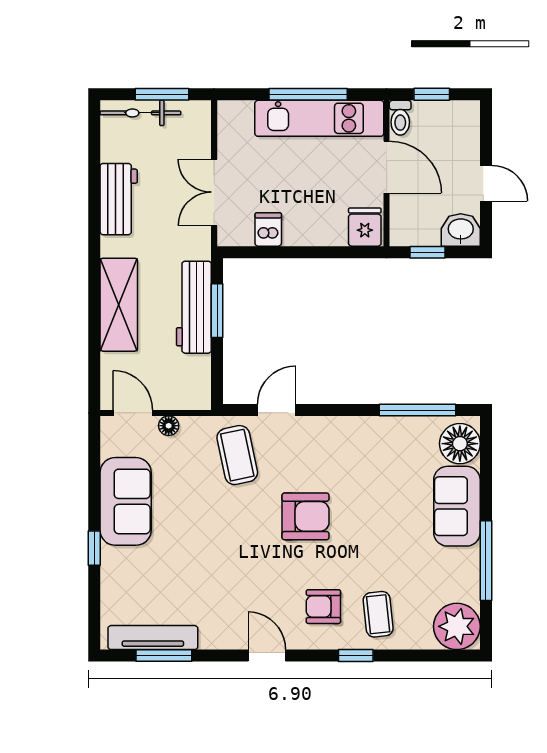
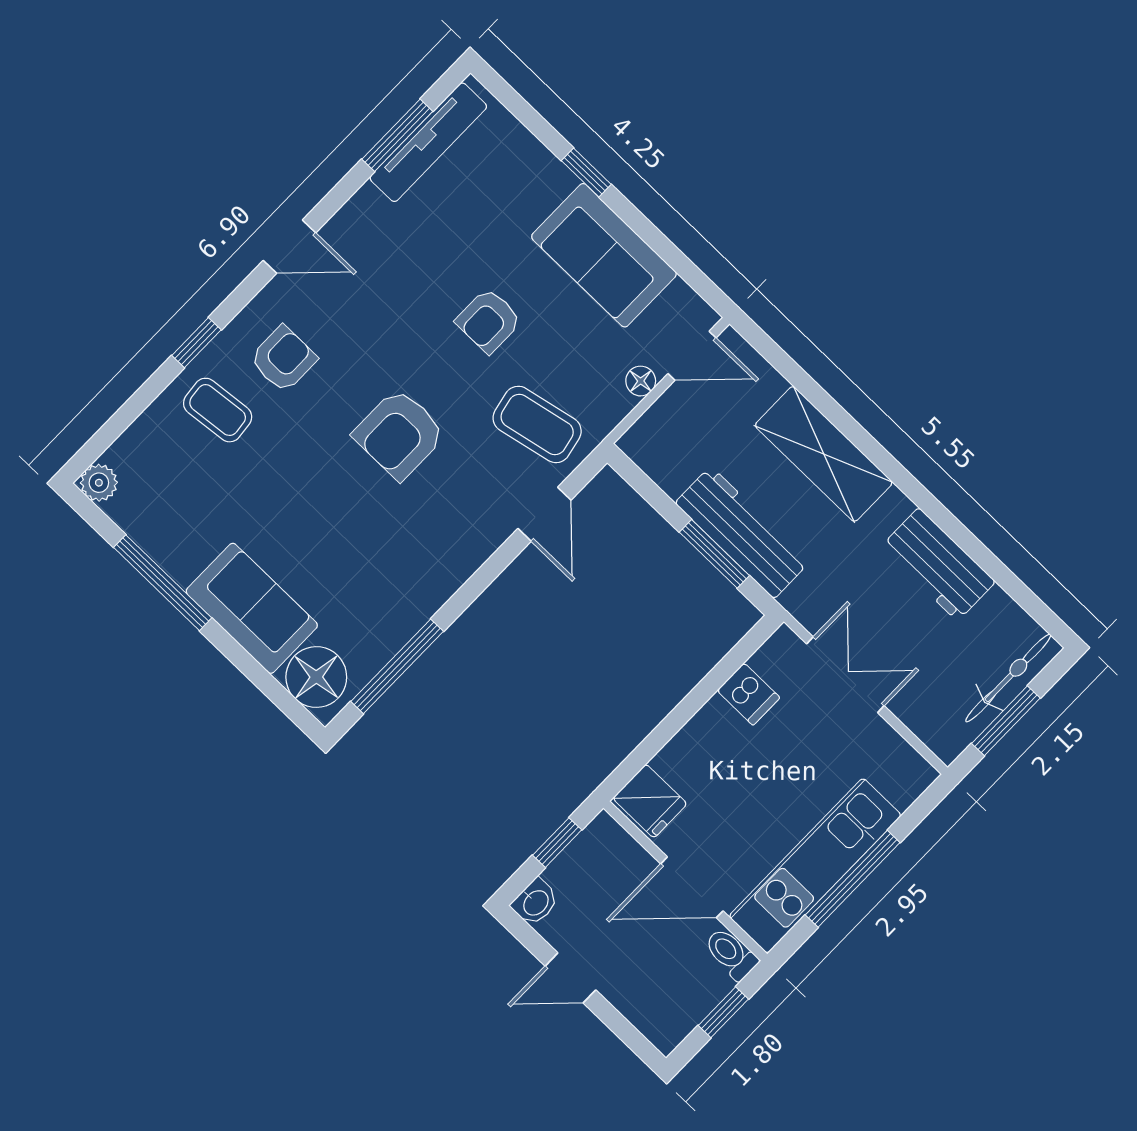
washbasin: (461, 230) -> (535, 902), width x0.72, depth x0.69
armchair: (210, 526) -> (489, 321), added
plant: (457, 626) -> (99, 483), width x0.53, depth x0.53

